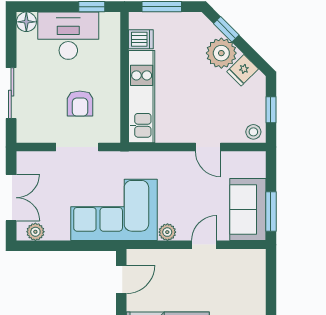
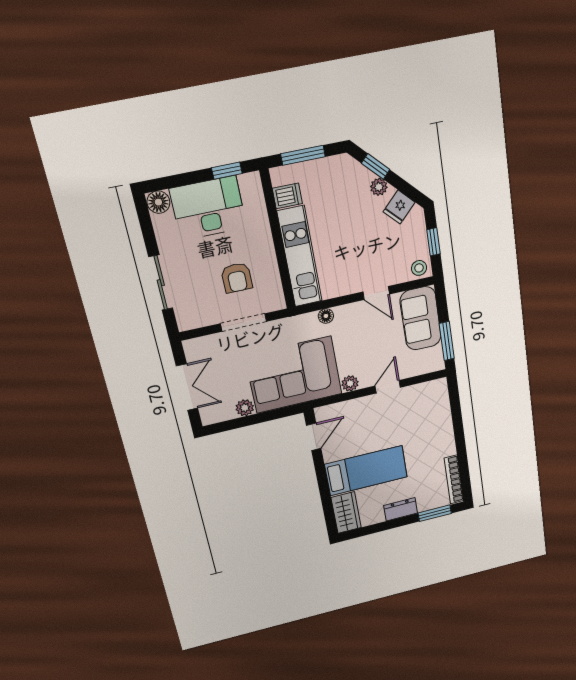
plant: (221, 53) -> (379, 187), width x0.53, depth x0.53
floor lamp: (156, 158) -> (326, 316), added
sofa: (248, 210) -> (421, 318), moved
plant: (35, 232) -> (245, 408), moved

